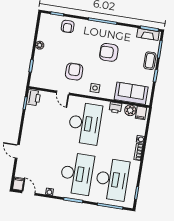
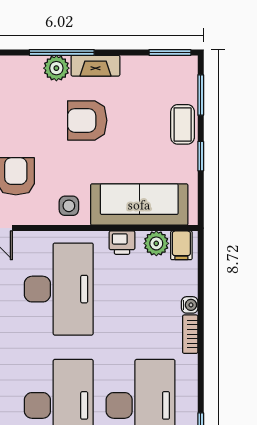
plant: (99, 28) -> (56, 68), added
fireplace: (148, 34) -> (95, 66), moved
sofa: (131, 93) -> (139, 205), width x1.36

